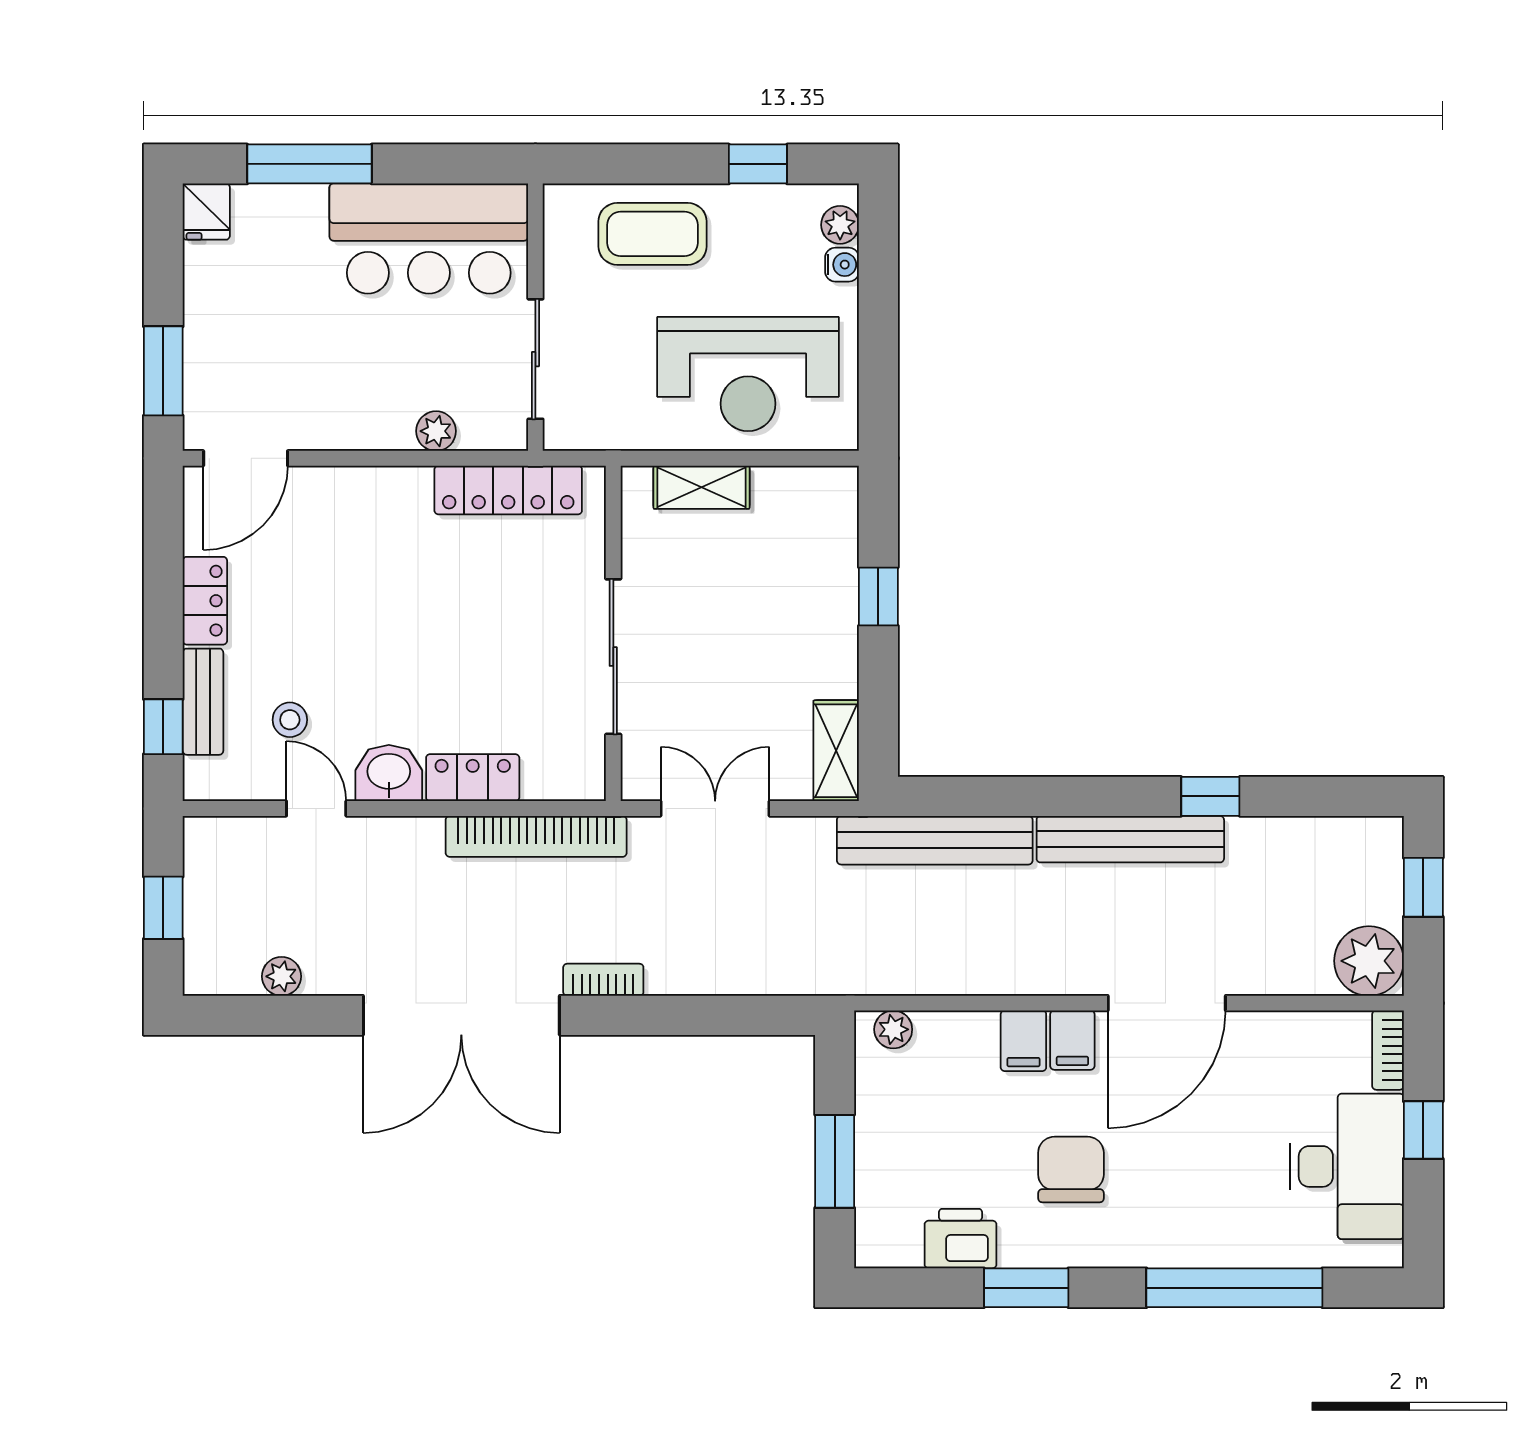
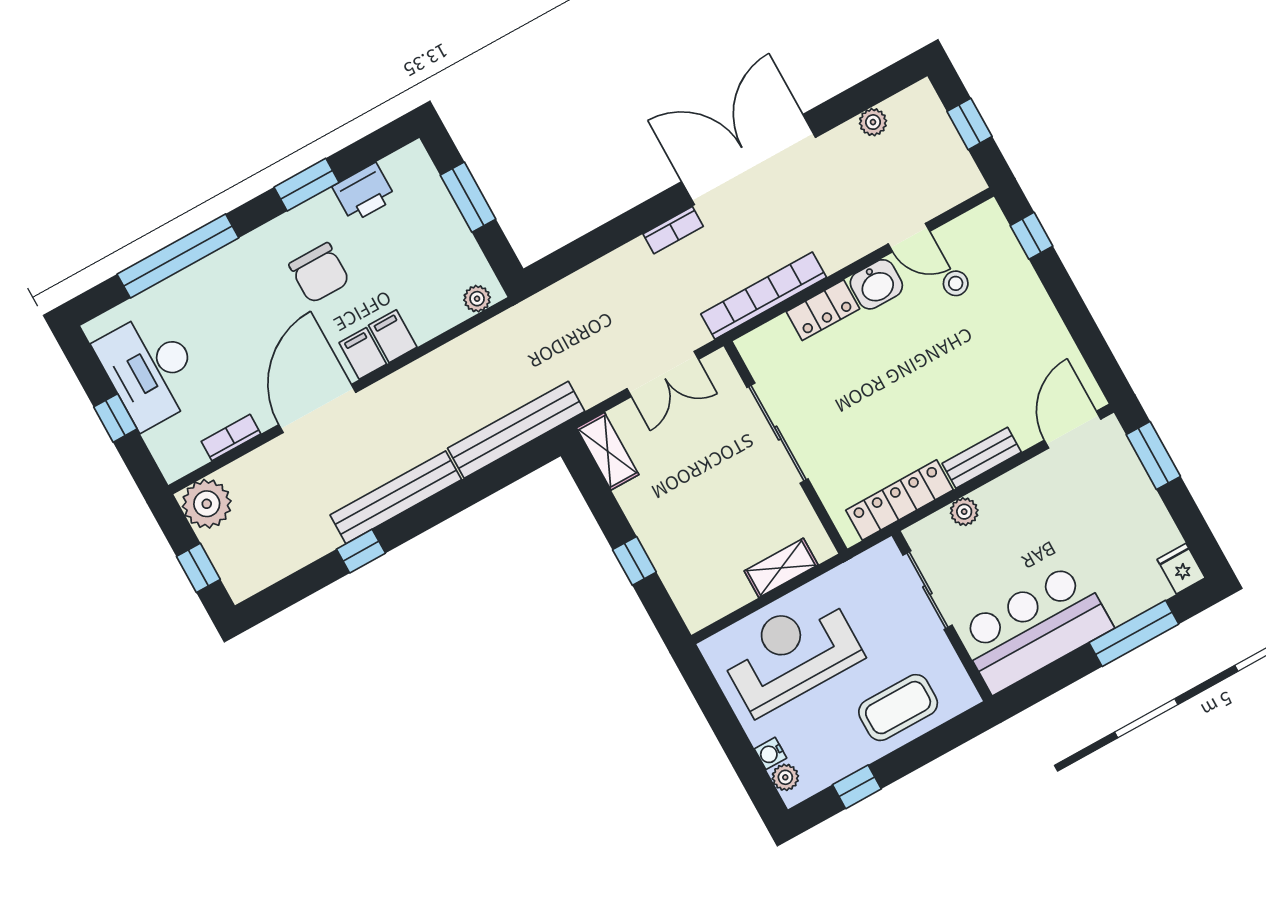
locker: (205, 601) -> (1049, 328), removed
bench: (203, 702) -> (982, 458), moved, turned 90
bookcase: (1388, 1050) -> (231, 438), moved, turned -90

